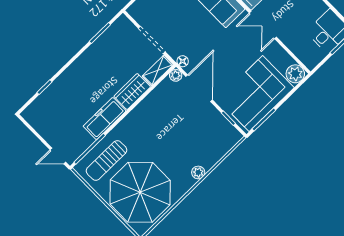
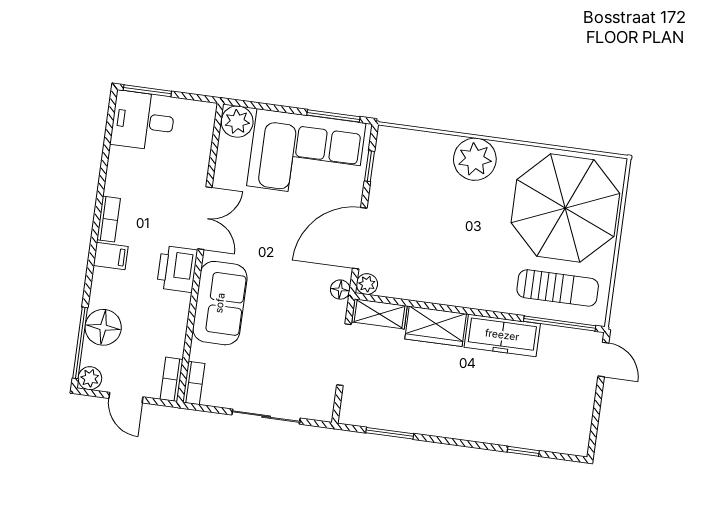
plant: (198, 172) -> (475, 159), width x1.87, depth x1.87

